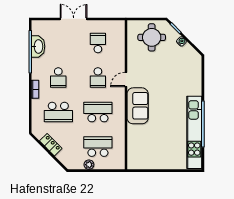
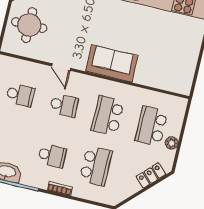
school desk: (98, 43) -> (20, 95), turned 180
door: (126, 80) -> (61, 67), moved
locker: (51, 145) -> (151, 175), moved

